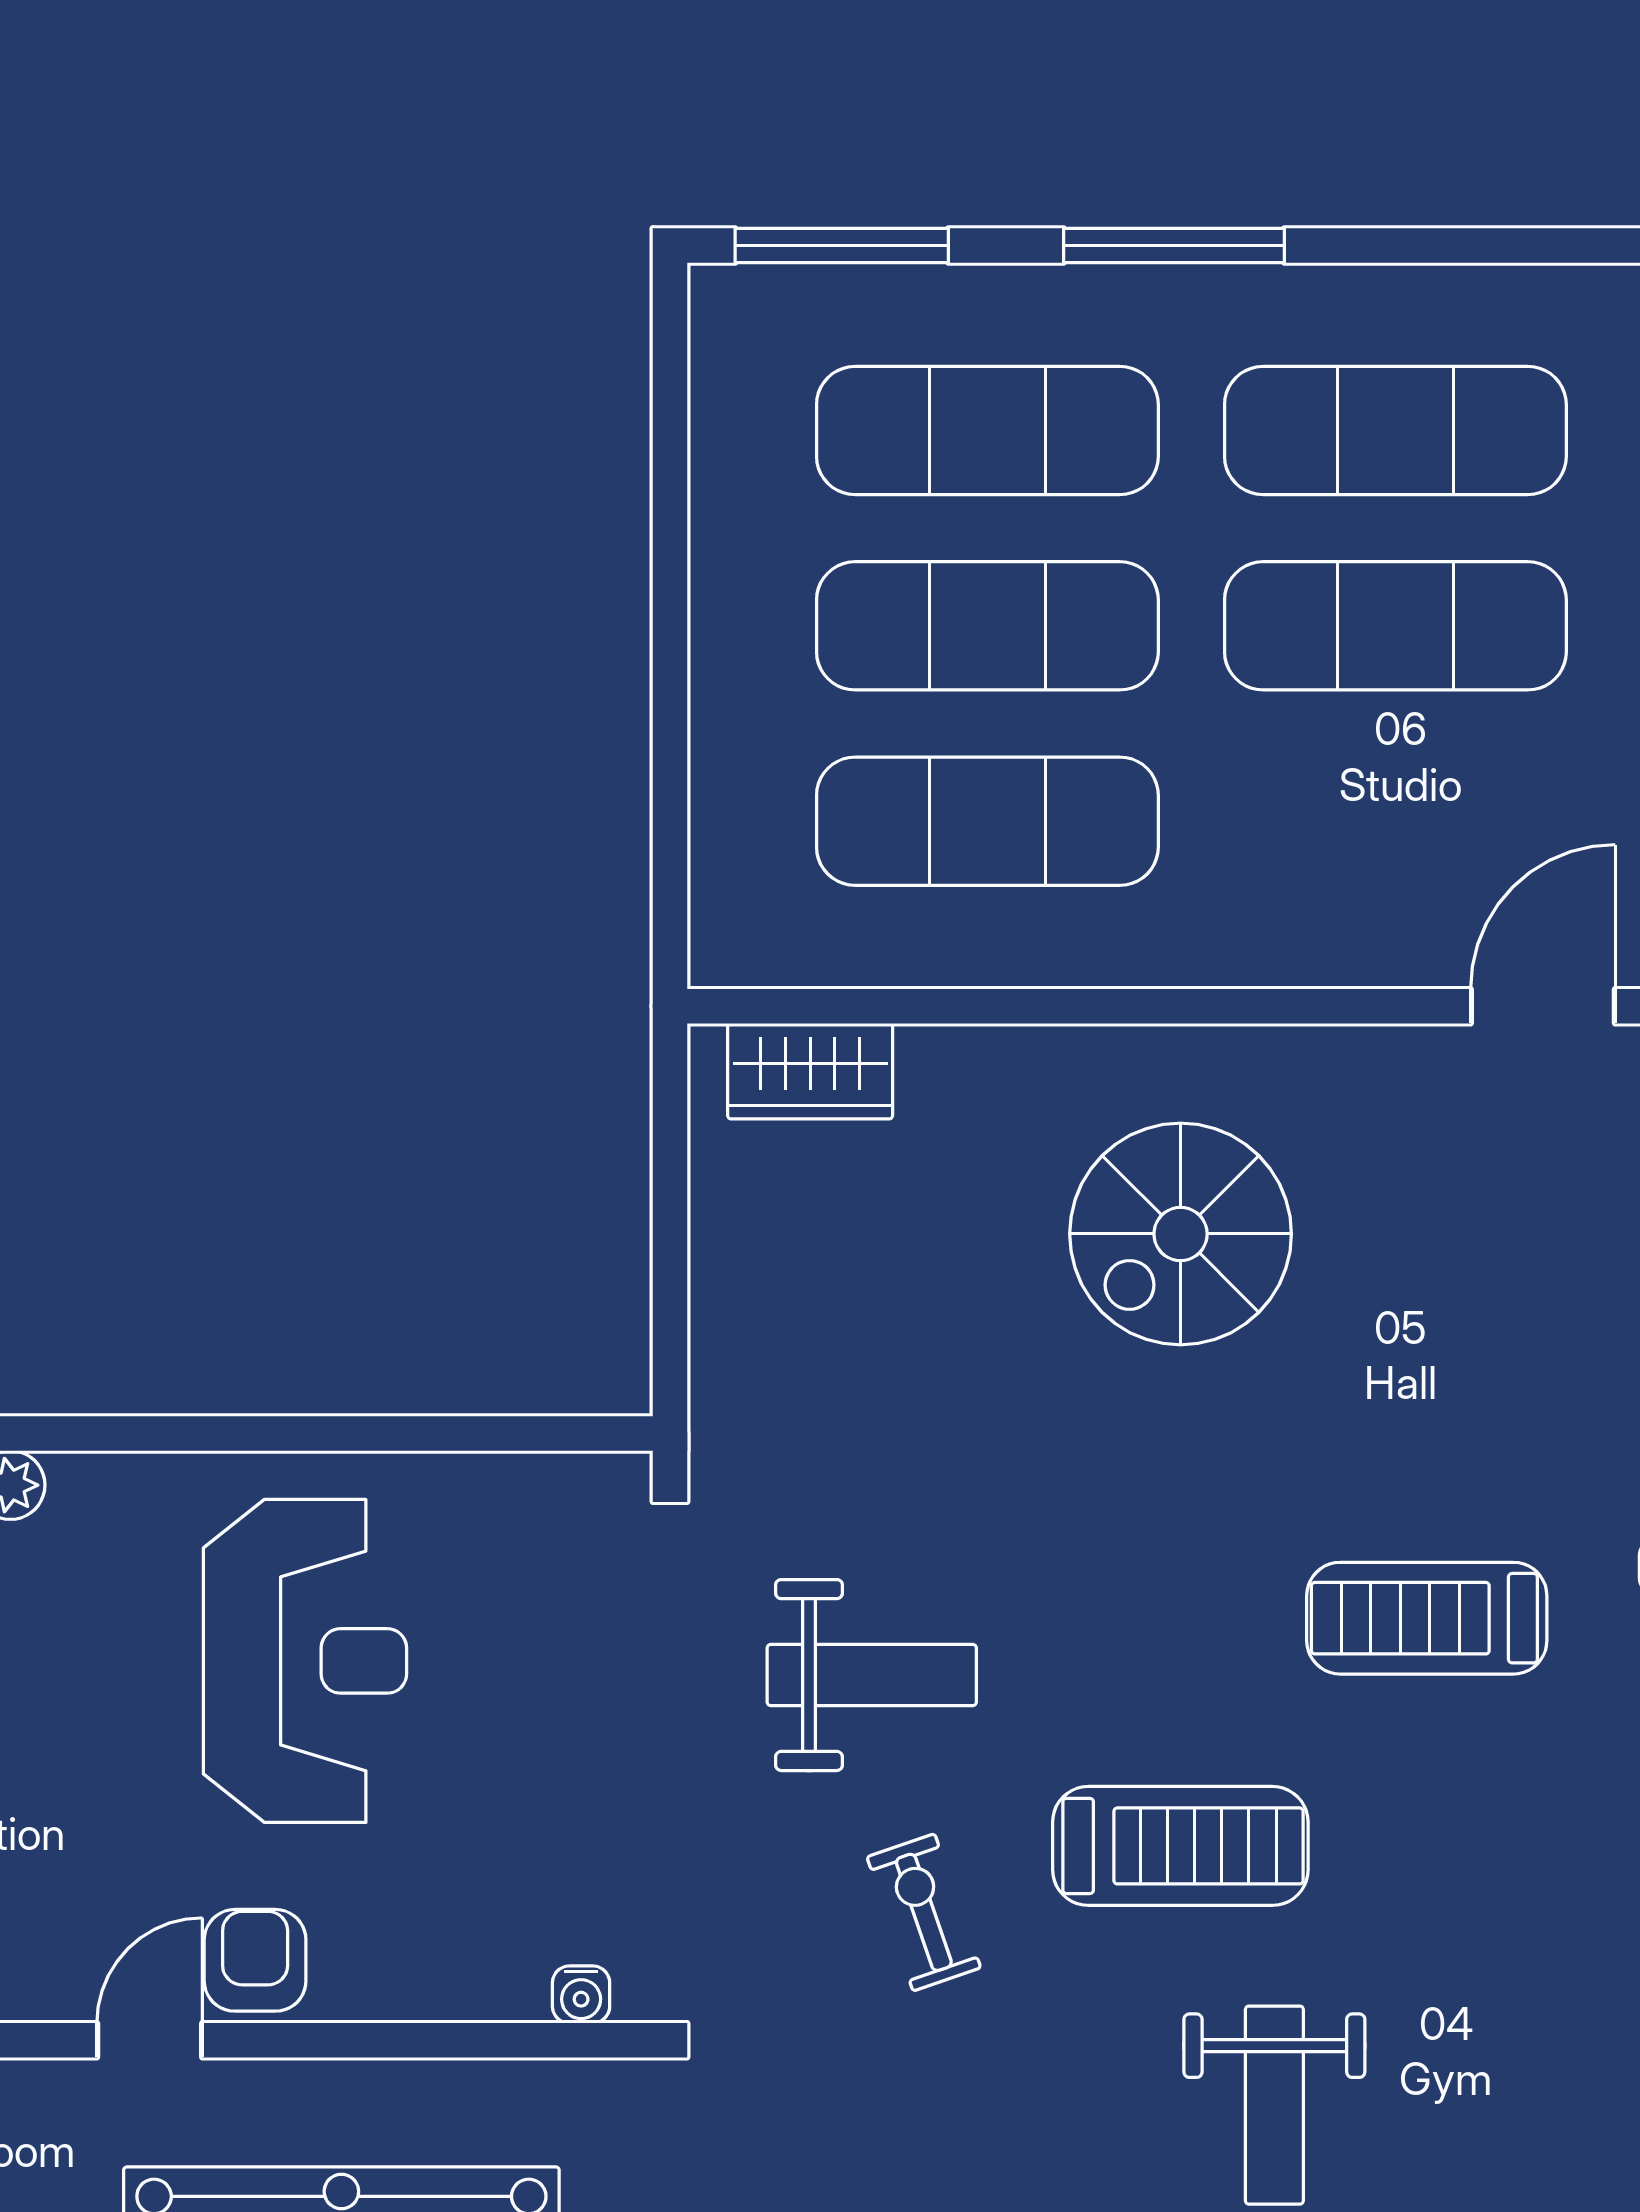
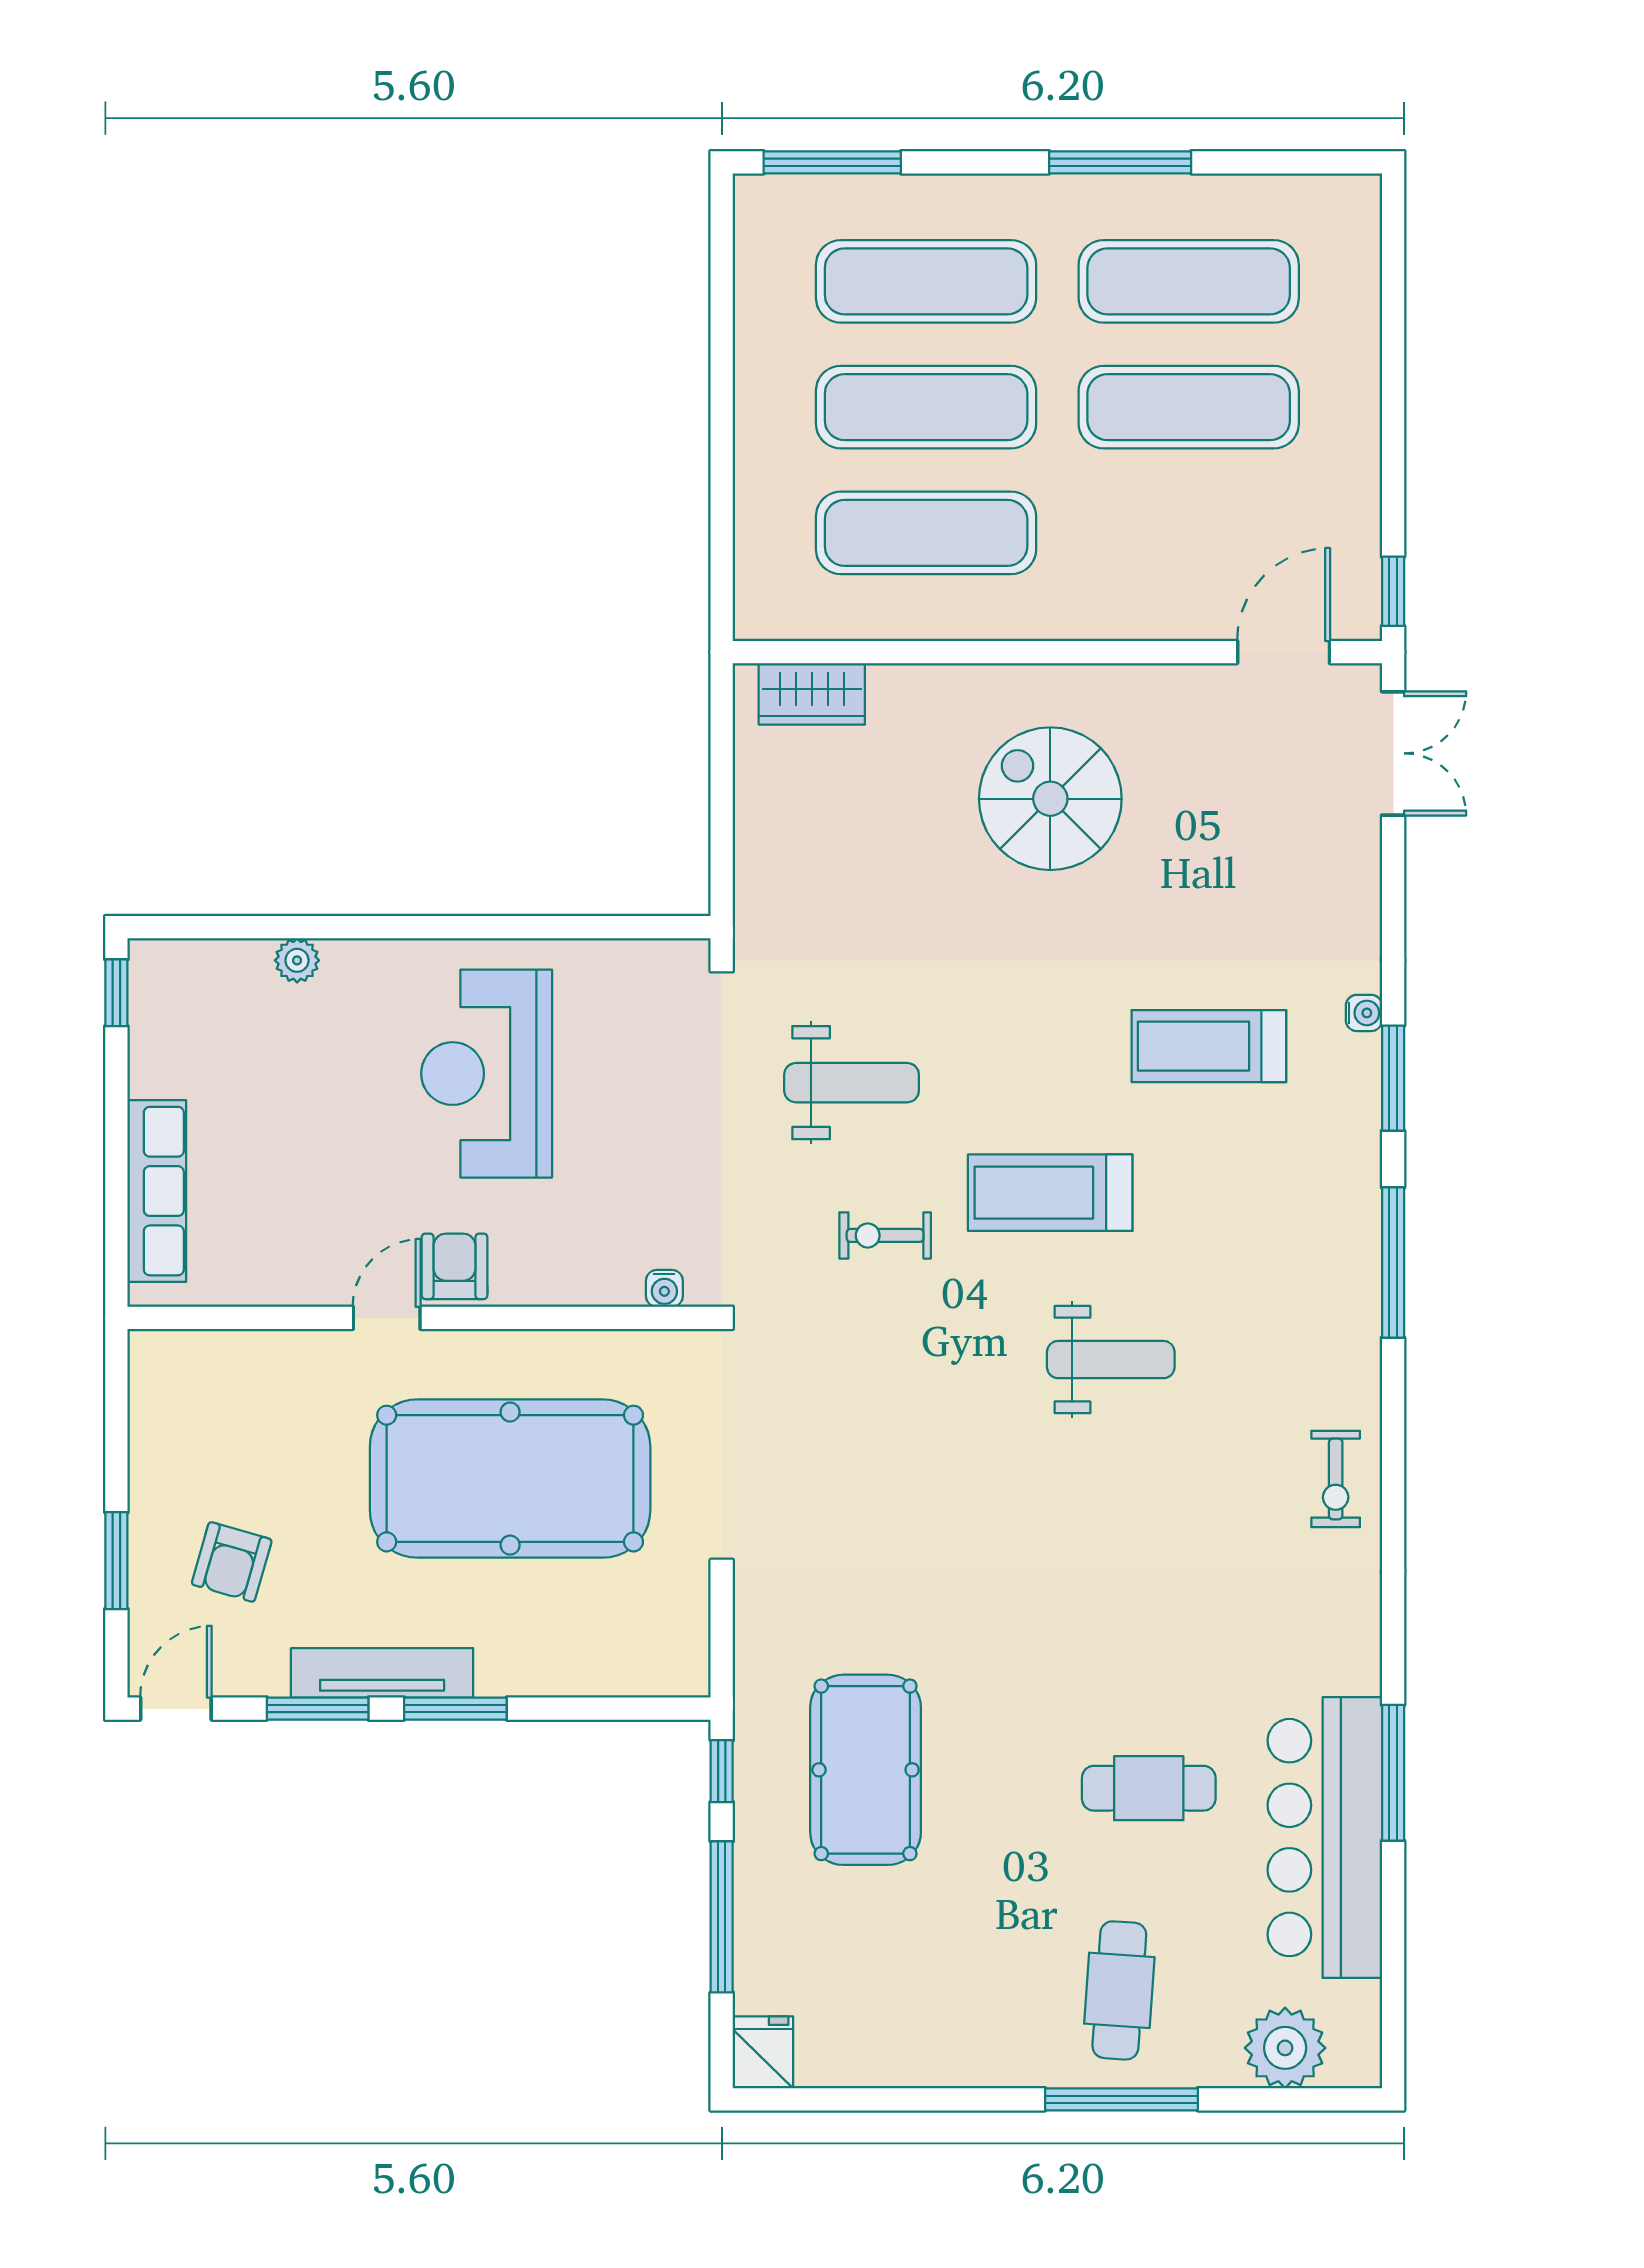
window: (1174, 246) -> (1120, 162), moved
spiral stairs: (1181, 1234) -> (1050, 799), turned 90
reception desk: (305, 1661) -> (487, 1074), turned 180
treadmill: (1180, 1846) -> (1050, 1193), turned 180
exercise bike: (924, 1912) -> (885, 1235), turned -71
weight bench: (1274, 2105) -> (1111, 1360), turned -90

